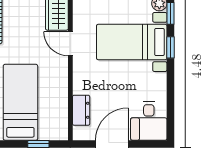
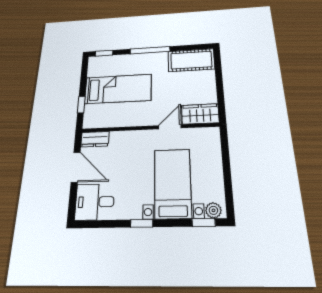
window: (170, 47) -> (142, 223), moved
dresser: (81, 110) -> (95, 139), moved

